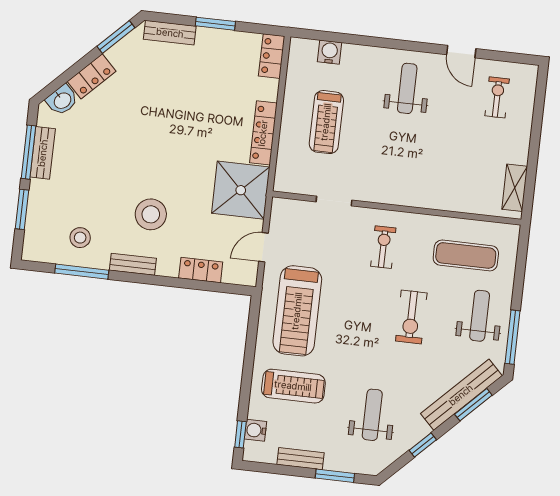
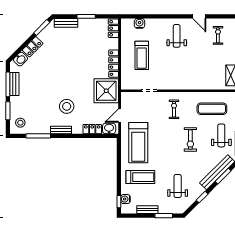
stool: (80, 238) -> (20, 123), moved
washbasin: (237, 273) -> (109, 128), added

